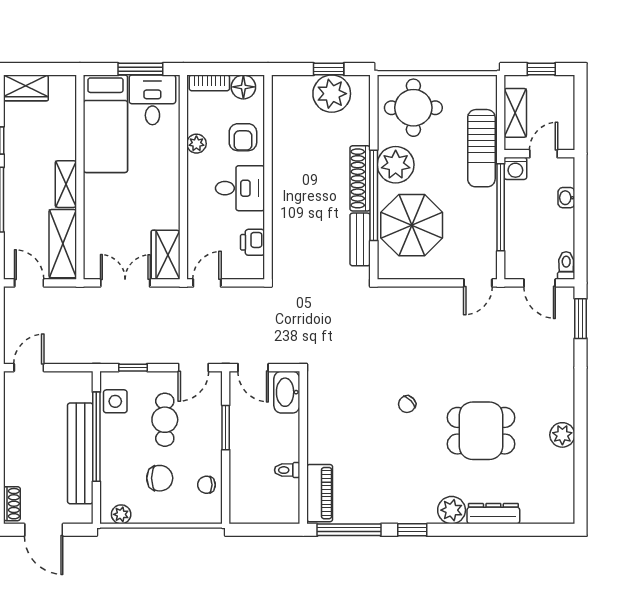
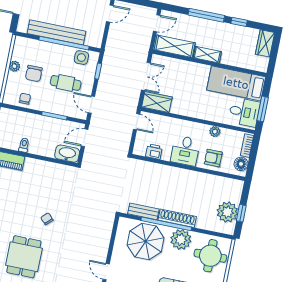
door: (29, 368) -> (110, 13), hinge flipped
plant: (121, 514) -> (14, 66), moved

